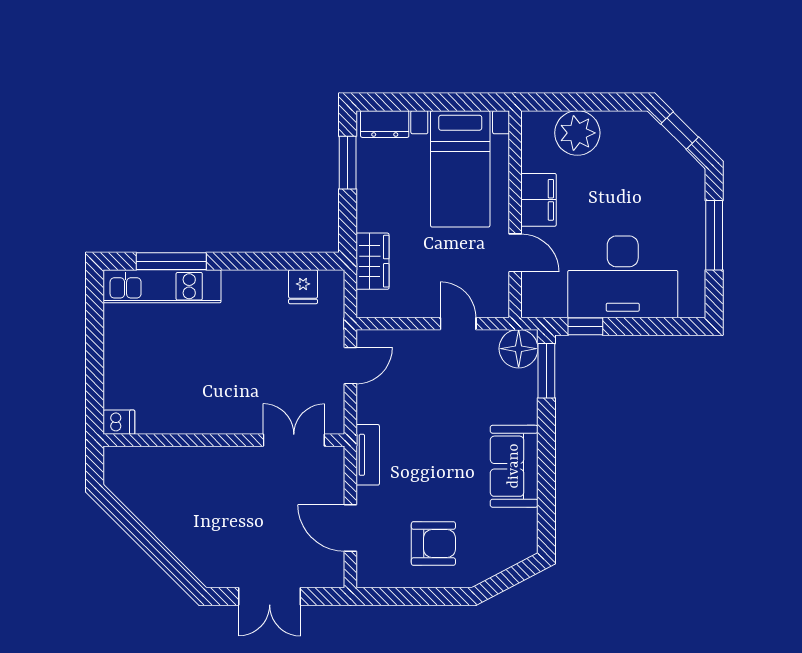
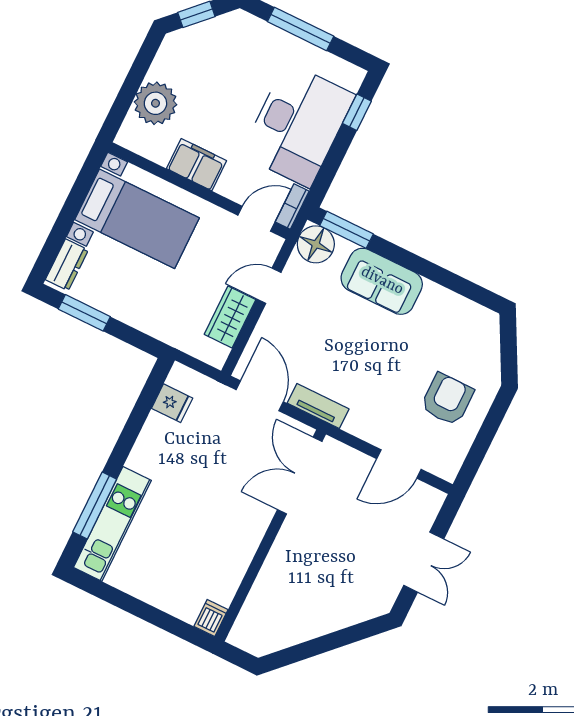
door: (515, 253) -> (256, 219), moved
wardrobe: (372, 261) -> (230, 317), moved, turned -90
bookcase: (543, 309) -> (292, 207), added
window: (585, 326) -> (357, 112), moved
door: (350, 366) -> (260, 396), width x1.38
double door: (294, 440) -> (300, 475), width x1.37
tv unit: (368, 455) -> (318, 406), moved
sofa: (514, 466) -> (382, 281), moved

